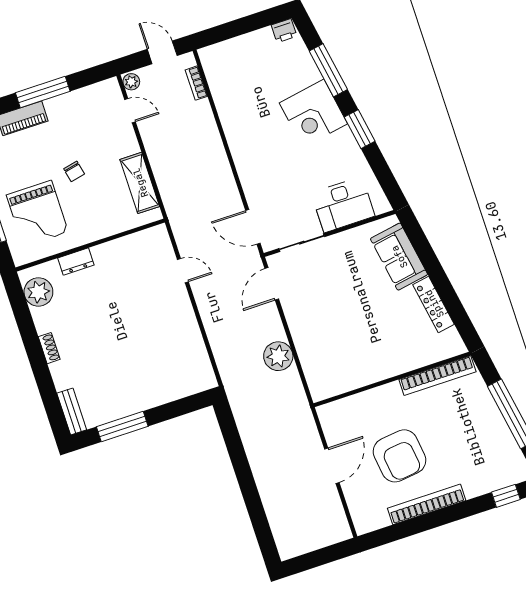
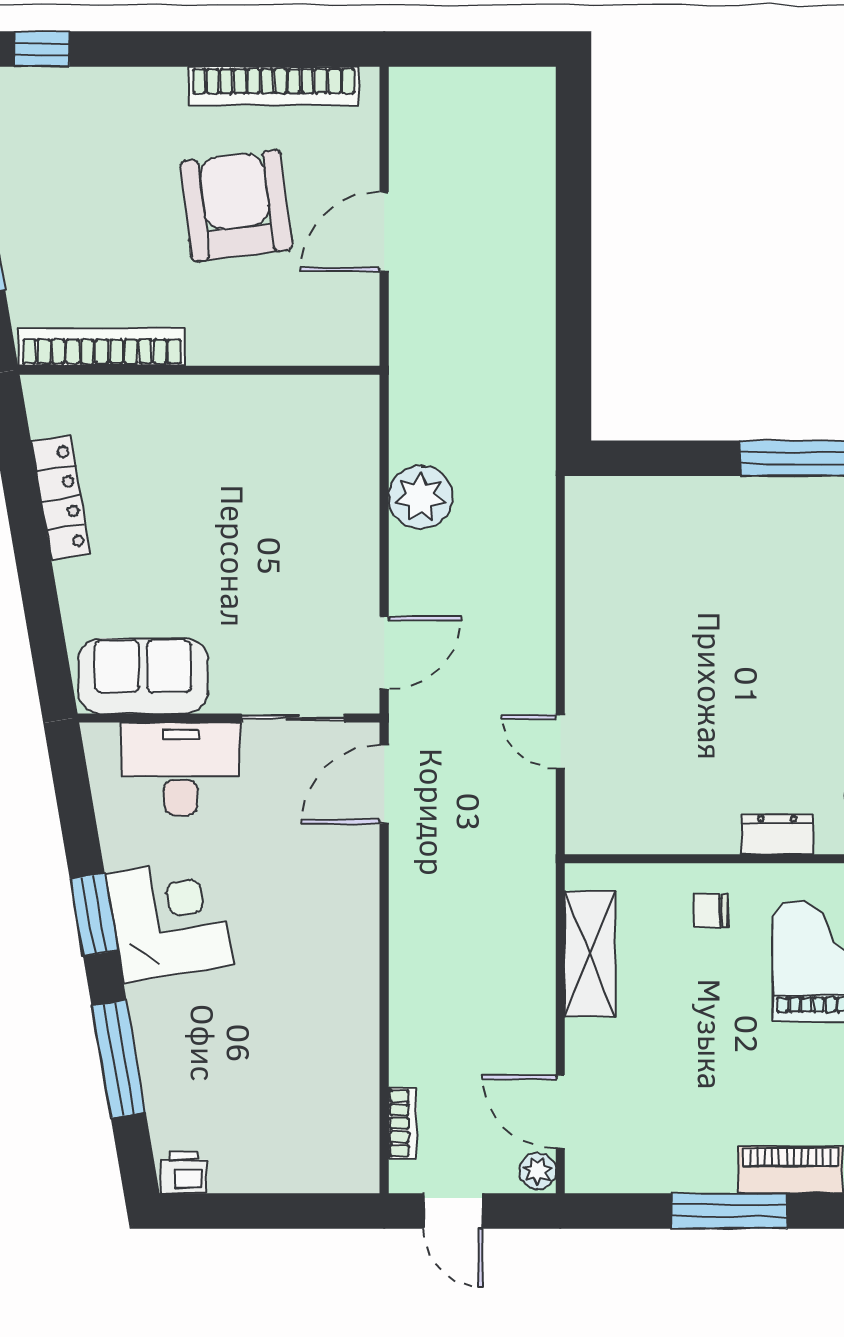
door: (130, 111) -> (560, 1112), width x1.37
corner desk: (313, 113) -> (169, 919), moved
chair: (74, 171) -> (711, 911), moved, turned -78
door: (253, 227) -> (384, 784), swing flipped
sofa: (399, 257) -> (143, 676), moved, turned -80
bookcase: (427, 504) -> (274, 86), moved

